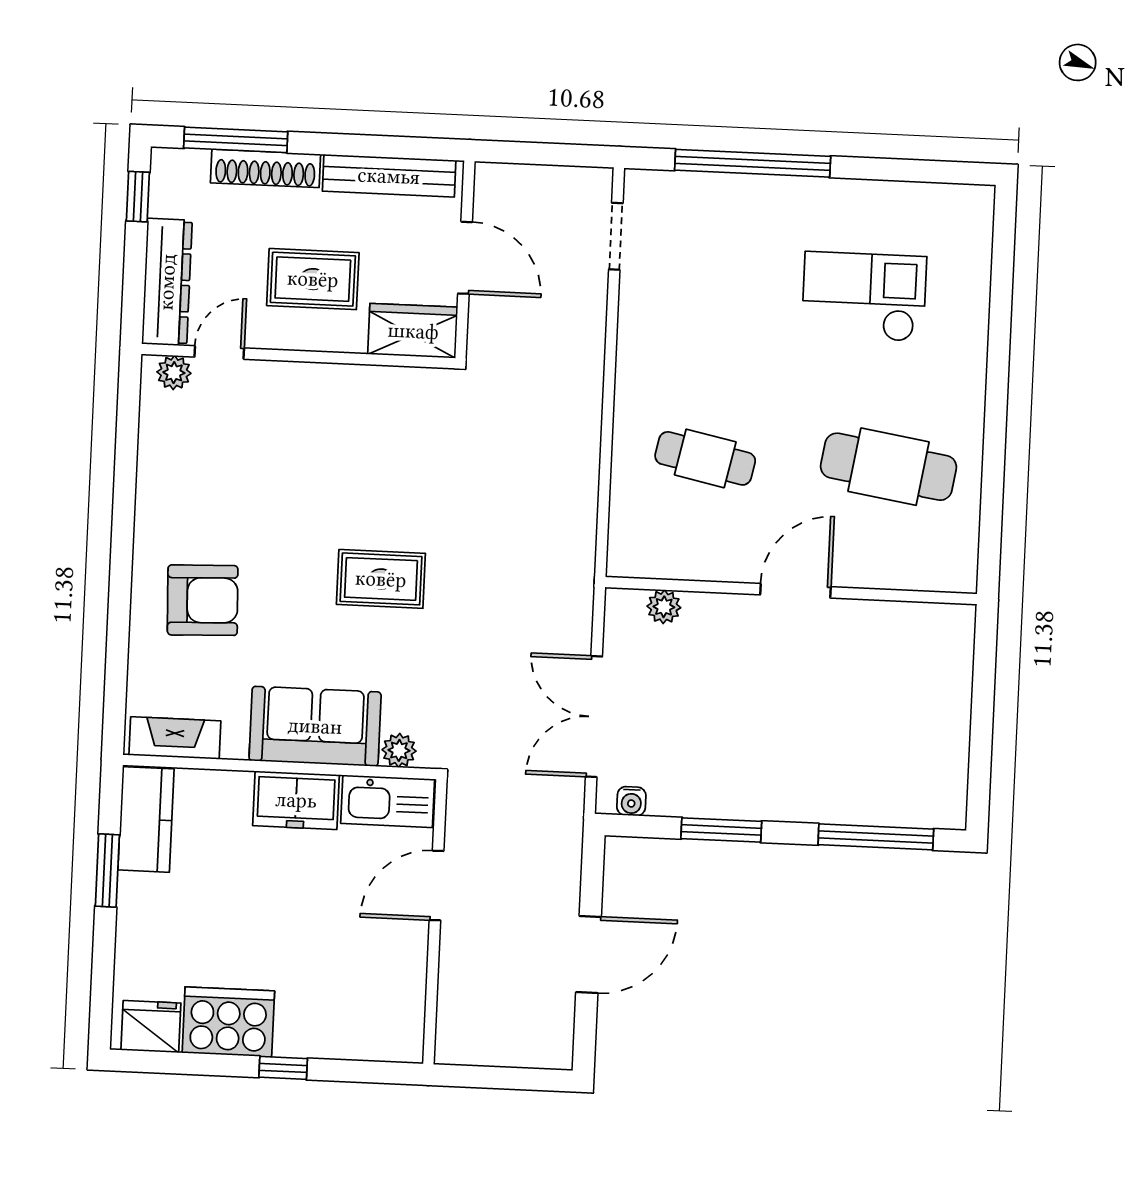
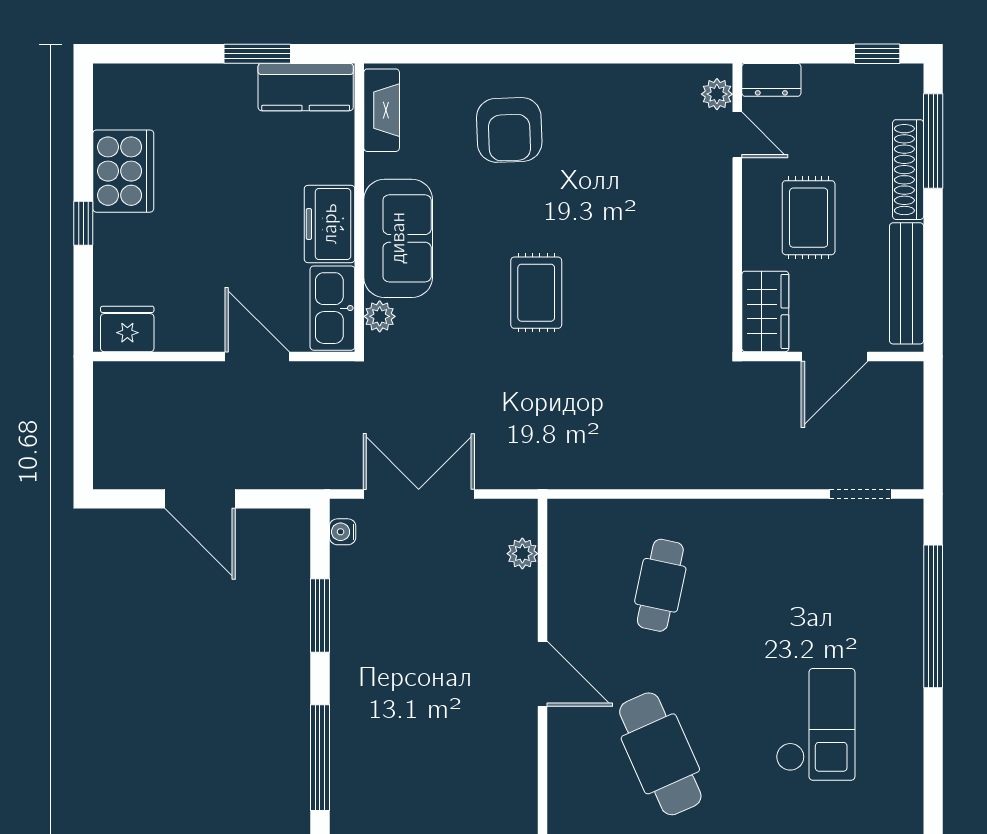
dresser: (167, 282) -> (771, 80), width x0.51, depth x0.80
cafe table: (888, 467) -> (660, 754), turned -33
fridge: (151, 1027) -> (127, 329), moved, turned -90

